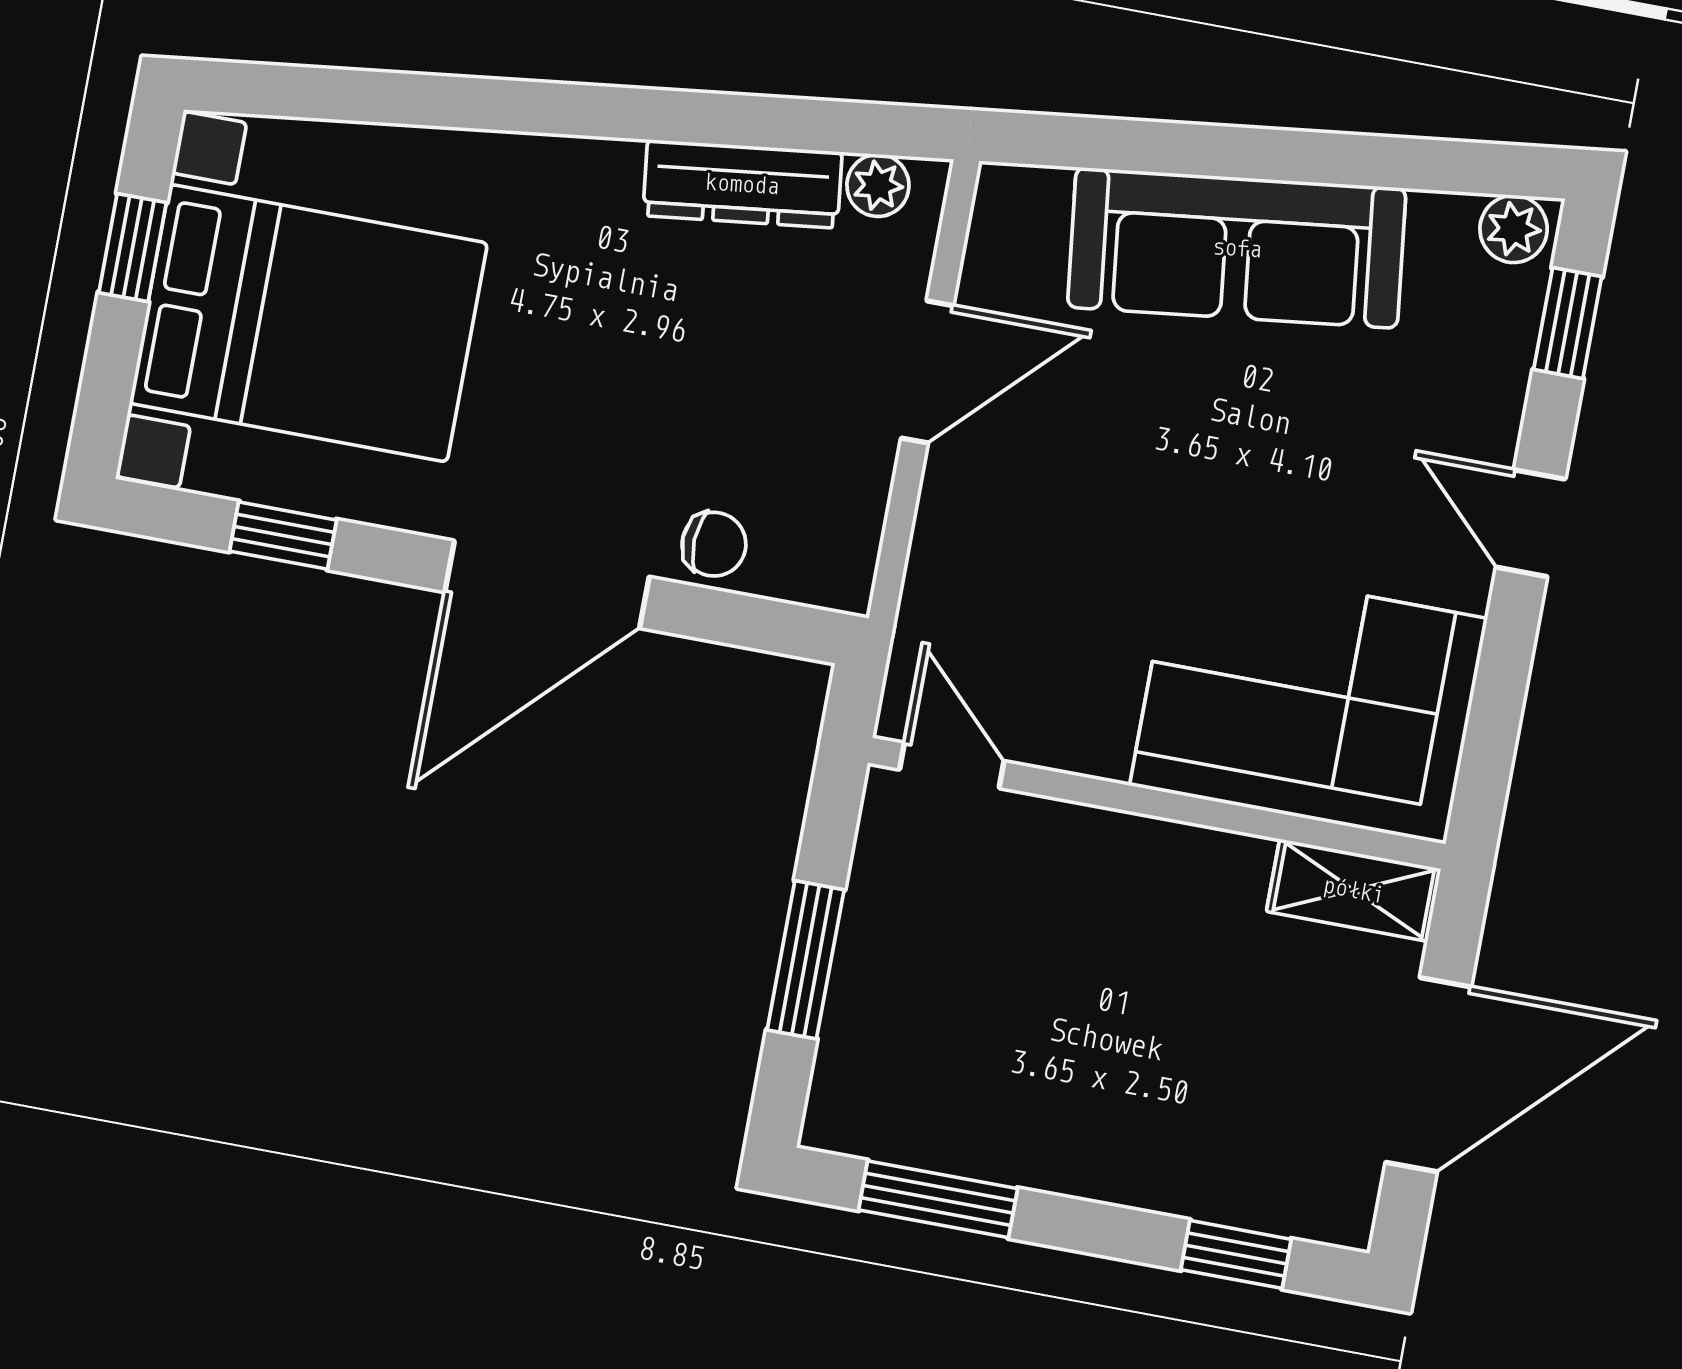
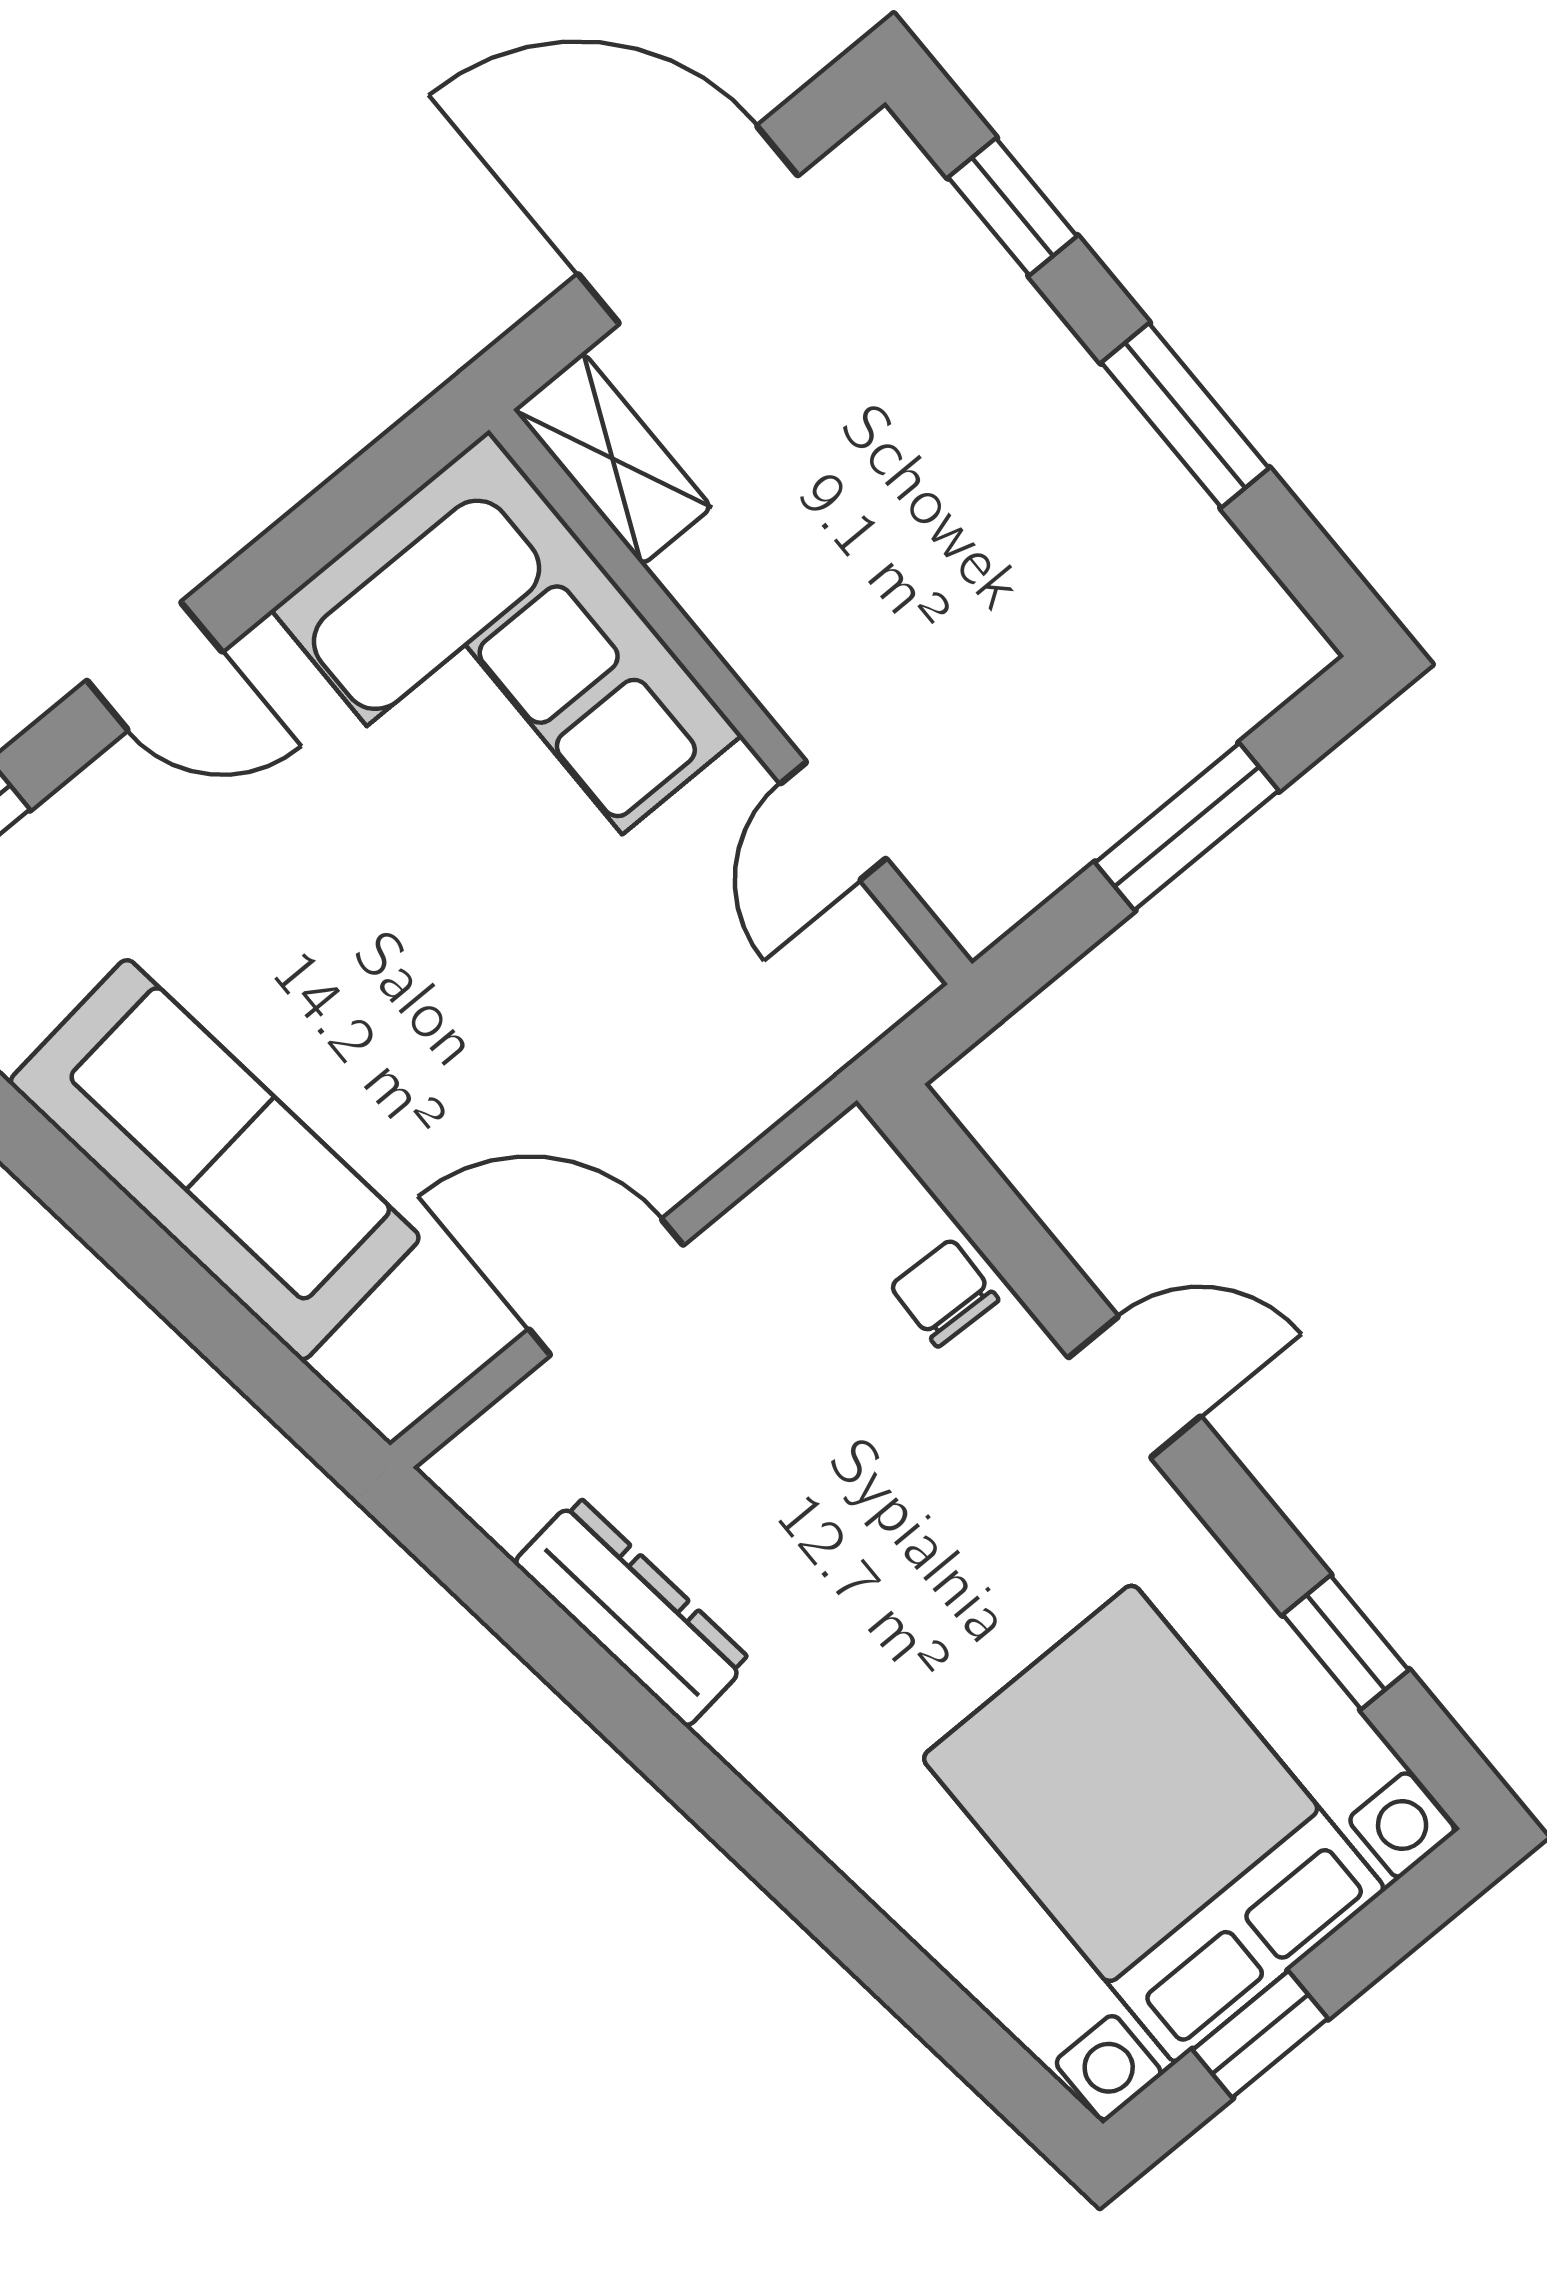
plant: (878, 185) -> (505, 1503), removed
door: (1531, 523) -> (154, 666), hinge flipped
door: (547, 584) -> (1135, 1387), width x0.53
door: (952, 765) -> (833, 821), moved
window: (938, 1199) -> (1185, 415), moved

